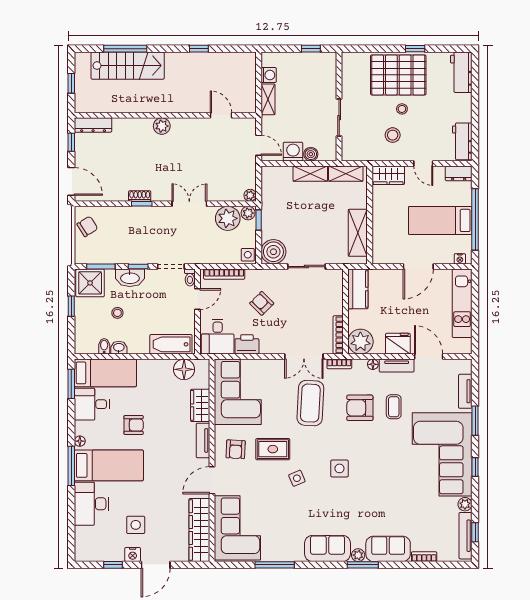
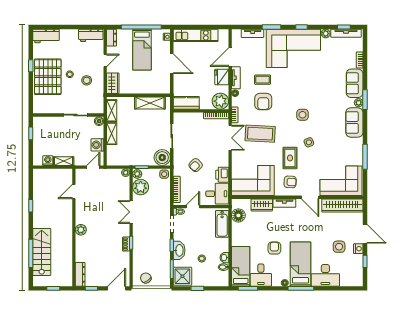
boiler: (311, 154) -> (99, 121), moved
door: (198, 299) -> (193, 207), hinge flipped

